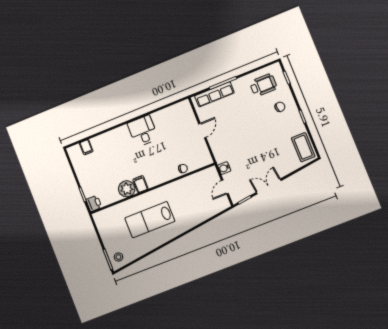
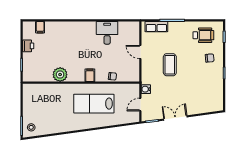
row of seats: (214, 94) -> (156, 27), width x0.68
desk: (143, 131) -> (107, 33), moved
door: (202, 131) -> (140, 52), swing flipped
coffee table: (303, 147) -> (170, 65), moved
filing cabinet: (140, 184) -> (90, 75), moved
printer: (94, 203) -> (28, 46), moved
lab bench: (150, 220) -> (94, 104), moved

